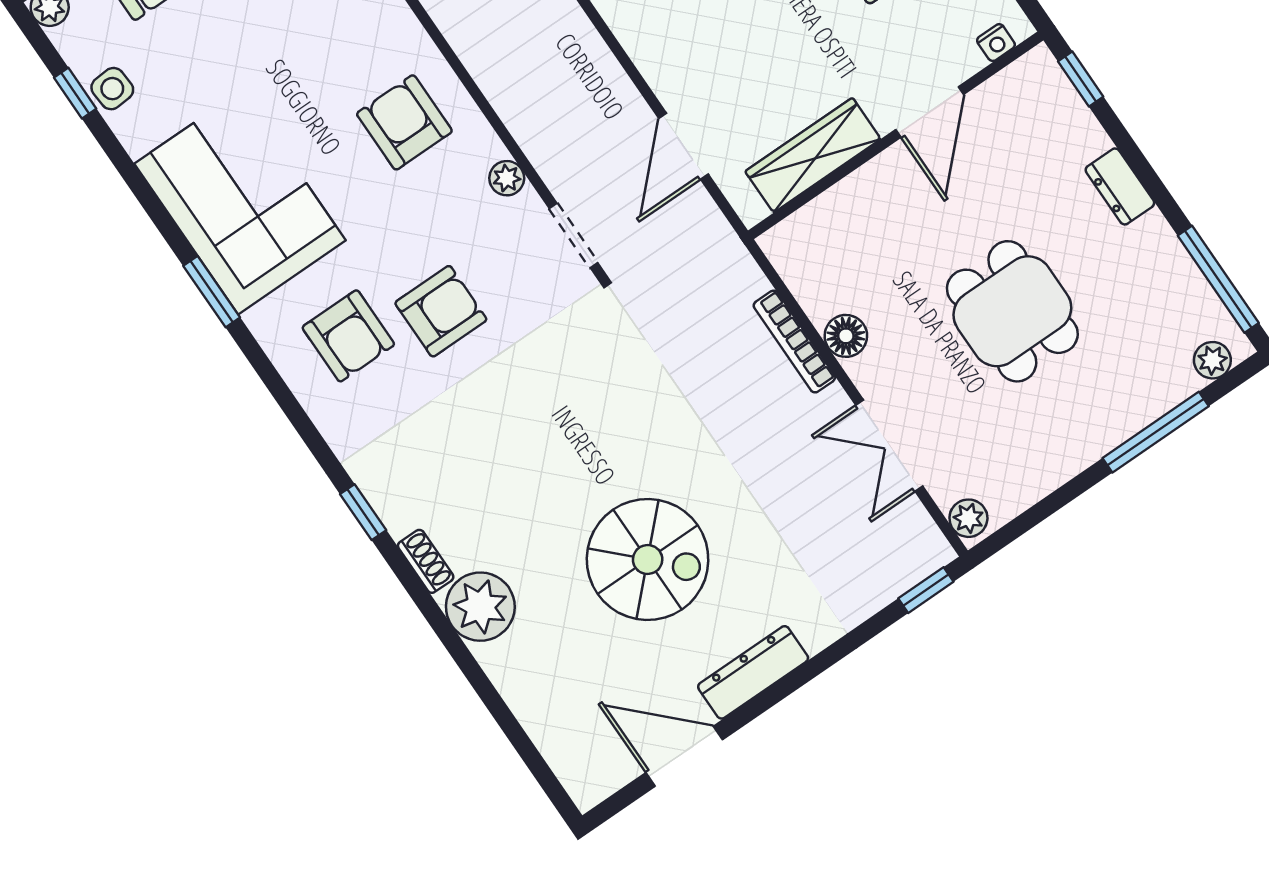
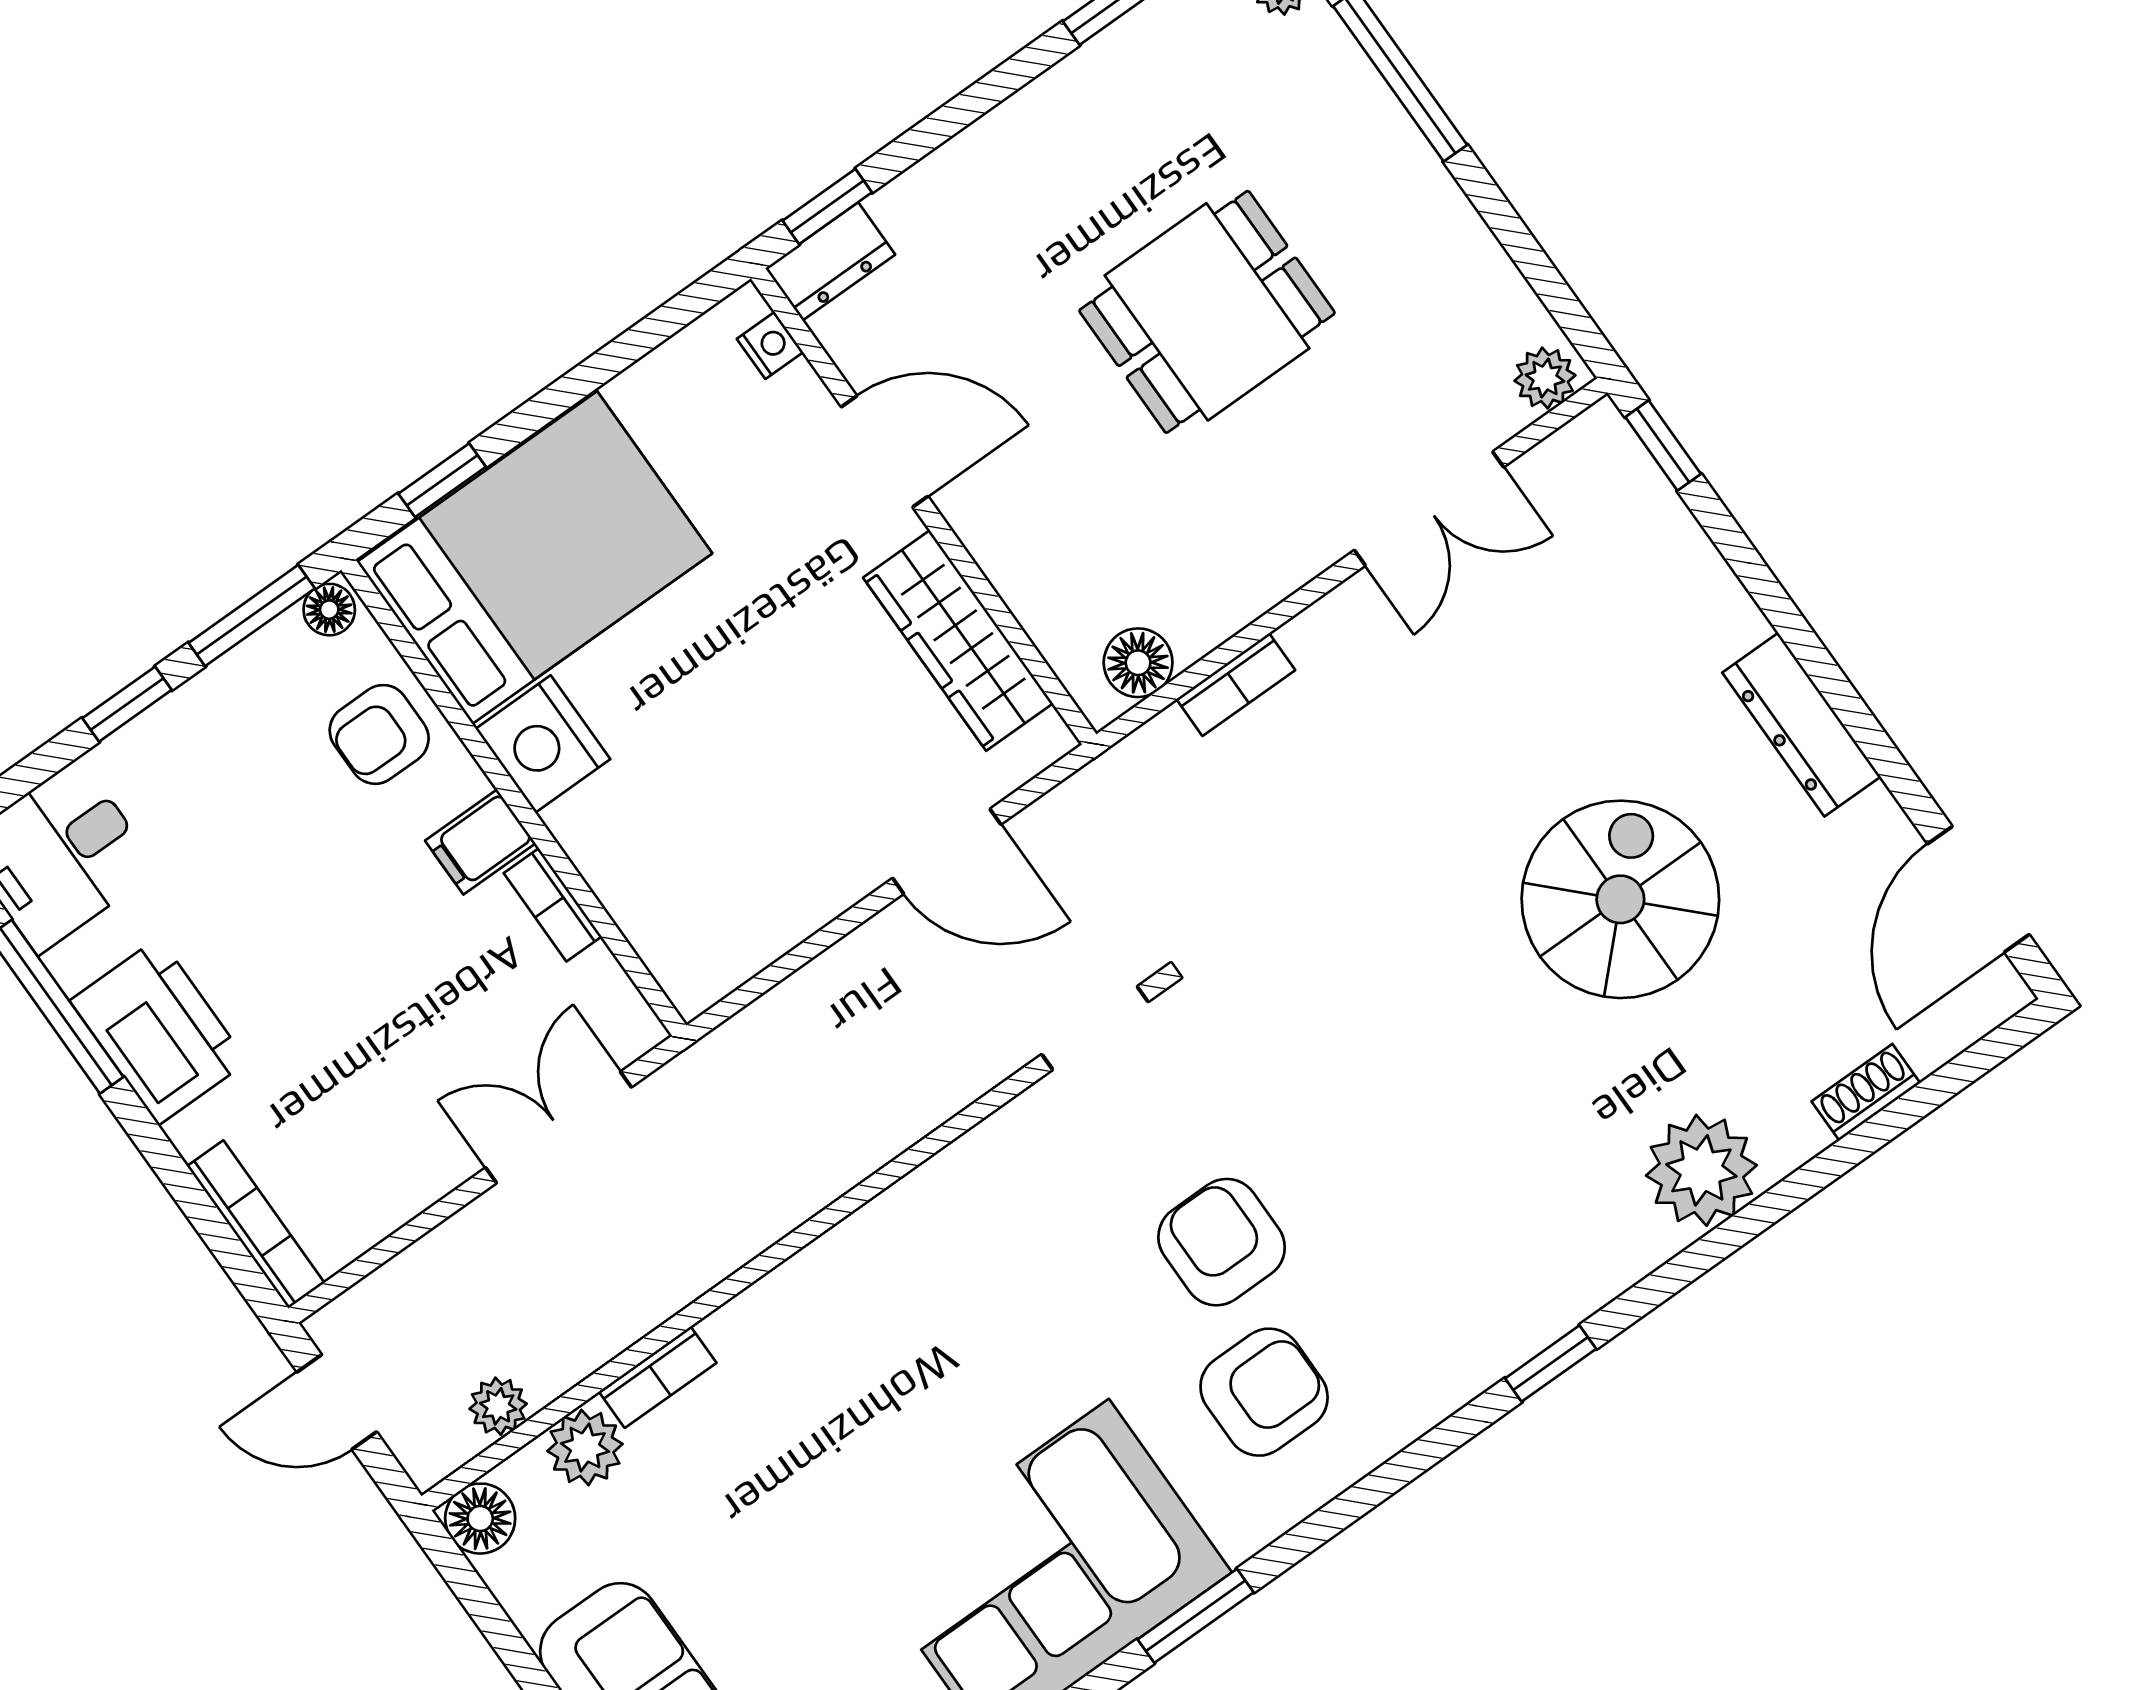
armchair: (404, 122) -> (915, 1306), removed
plant: (507, 178) -> (1003, 1138), removed
dresser: (1120, 186) -> (830, 261), moved
floor lamp: (846, 336) -> (1138, 663), moved
bookcase: (794, 342) -> (1236, 685), width x0.64
shoe rack: (426, 561) -> (1866, 1092), moved
door: (684, 756) -> (1978, 889), moved

